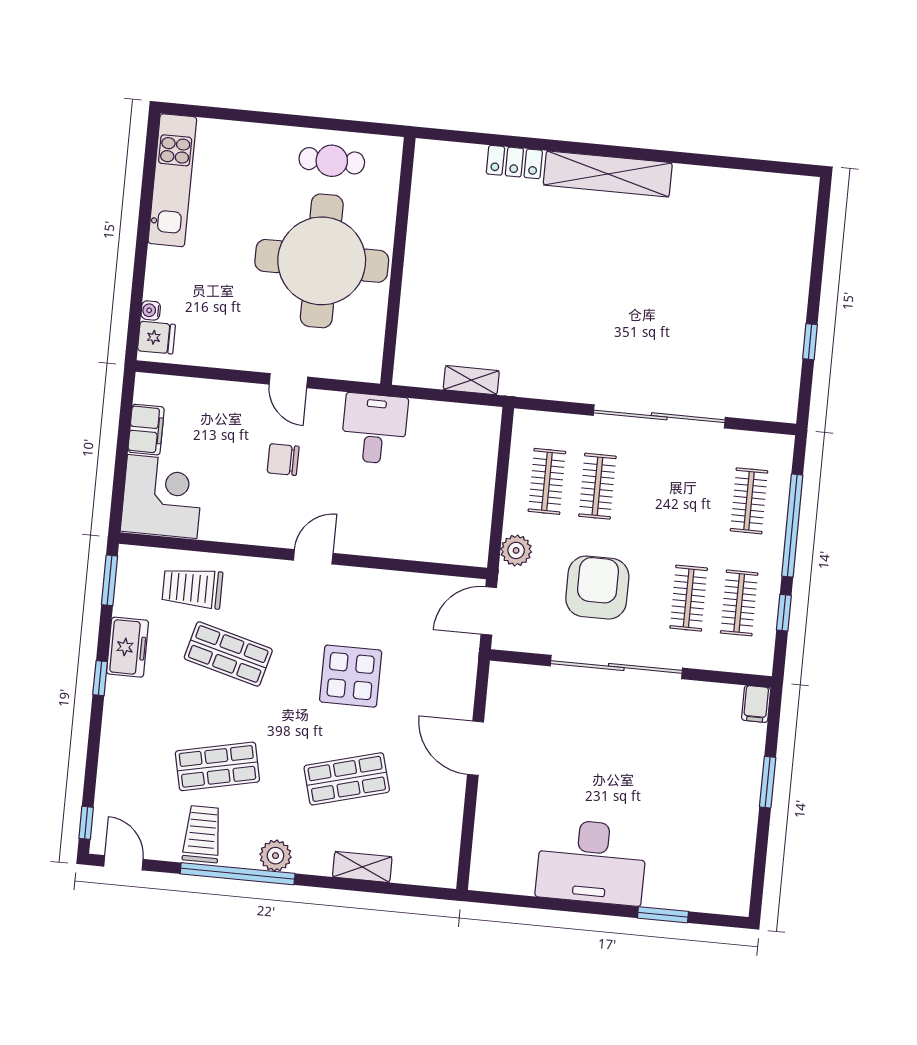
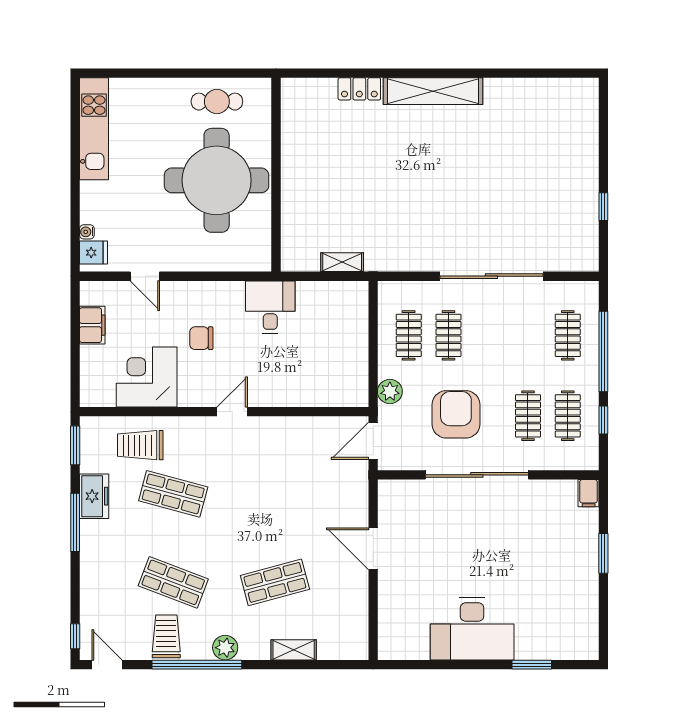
door: (288, 381) -> (145, 276), moved
corner desk: (162, 497) -> (147, 377), moved, turned -90
display table: (351, 676) -> (270, 502), removed
window: (100, 678) -> (75, 522), width x2.17
shop shelf: (217, 766) -> (173, 582), turned 33

